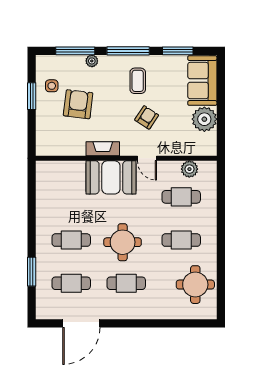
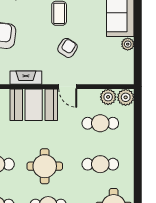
plant: (204, 119) -> (128, 44), width x0.53, depth x0.53
plant: (208, 169) -> (126, 97), added

